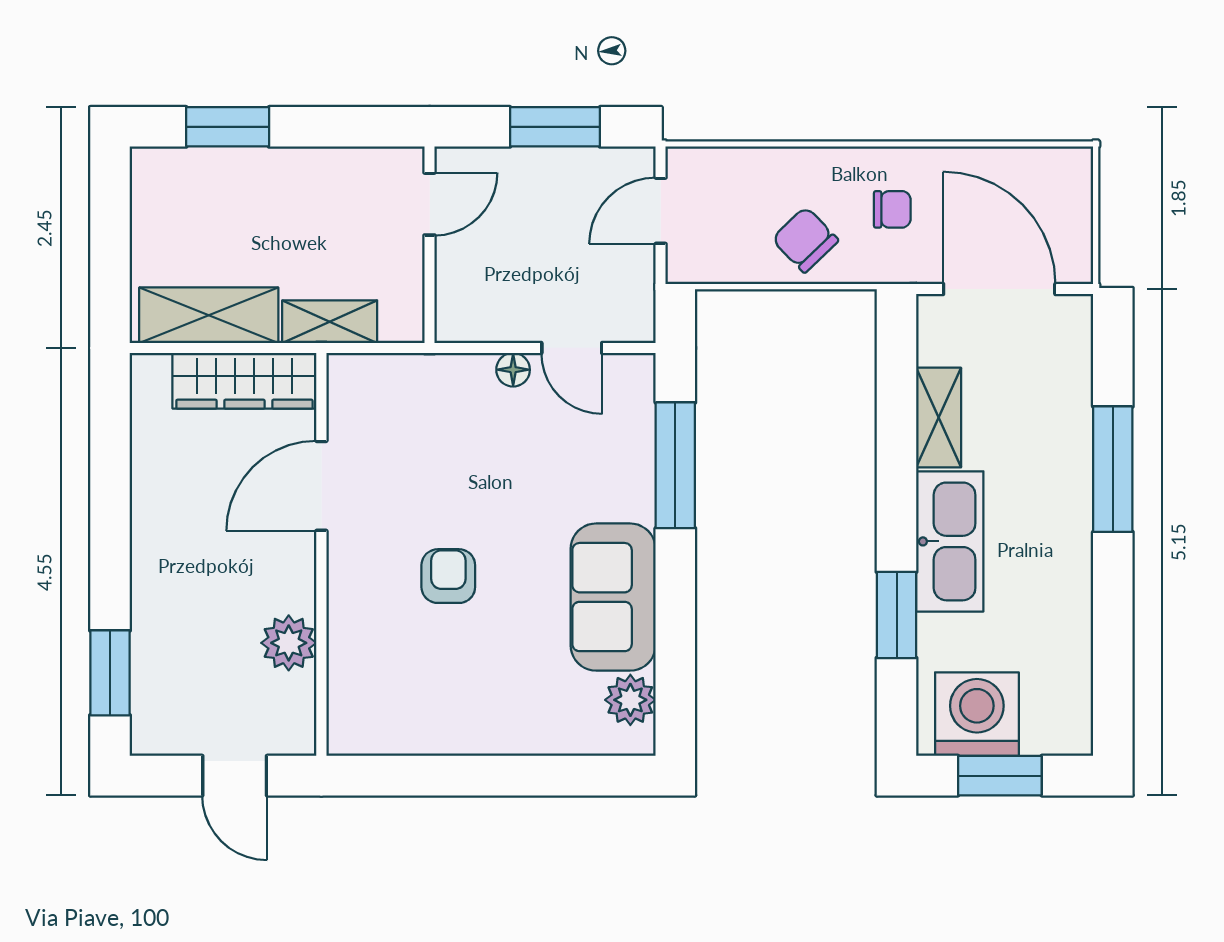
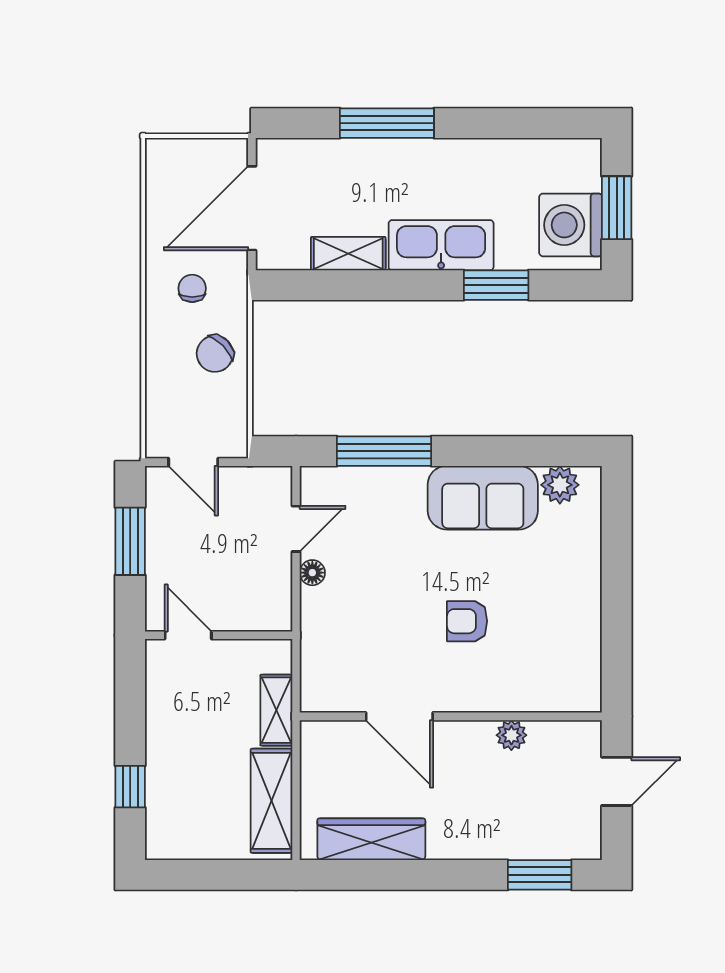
window: (228, 127) -> (130, 787), width x0.67
wardrobe: (244, 381) -> (371, 839), moved, turned -90
plant: (289, 643) -> (511, 735), width x0.73, depth x0.73

